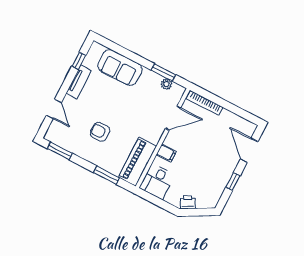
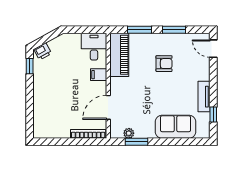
door: (54, 109) -> (213, 49), moved
door: (249, 150) -> (30, 113), removed
window: (60, 151) -> (174, 30), moved
window: (233, 181) -> (30, 66), moved
printer: (188, 202) -> (43, 51), moved

